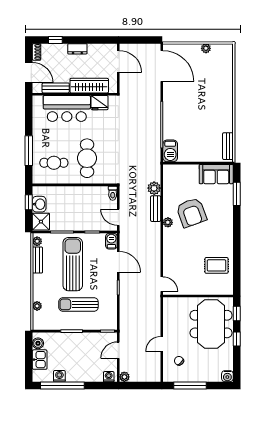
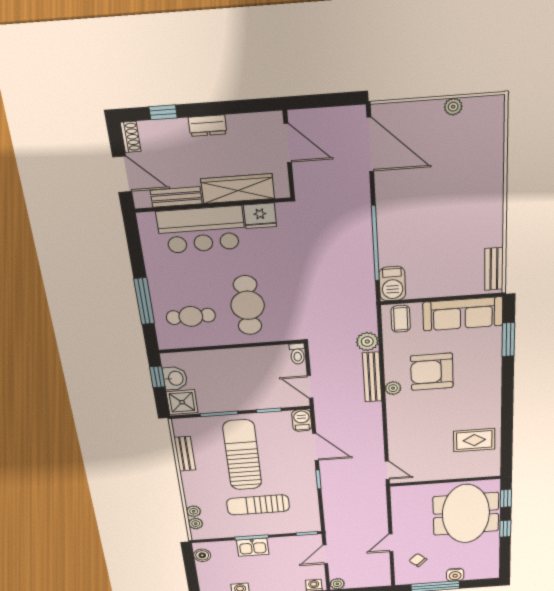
coffee table: (174, 174) -> (401, 319), added
sofa: (216, 174) -> (463, 314), width x1.36
bench: (156, 209) -> (372, 377), width x1.36
armchair: (191, 213) -> (432, 372), turned 110
plant: (37, 241) -> (196, 524), moved
kitchen sink: (40, 360) -> (253, 547), moved, turned 90
water cooler: (227, 376) -> (455, 575), moved

